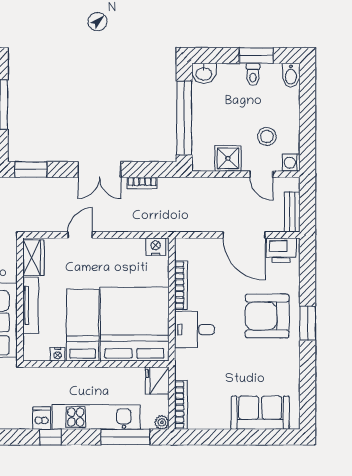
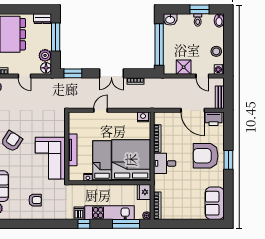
stool: (267, 136) -> (216, 51), moved
wardrobe: (33, 258) -> (74, 123), removed
sofa: (260, 413) -> (215, 203), moved, turned -90

